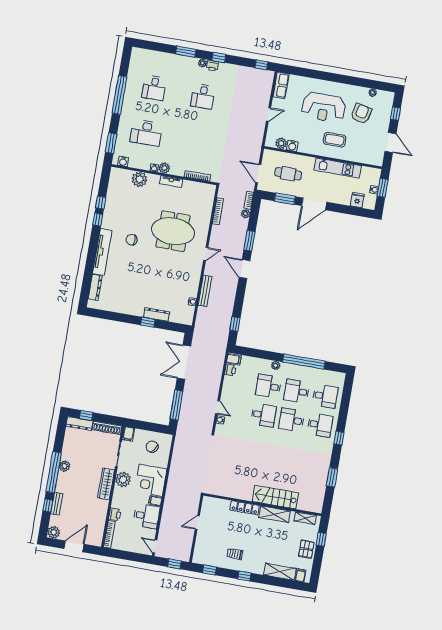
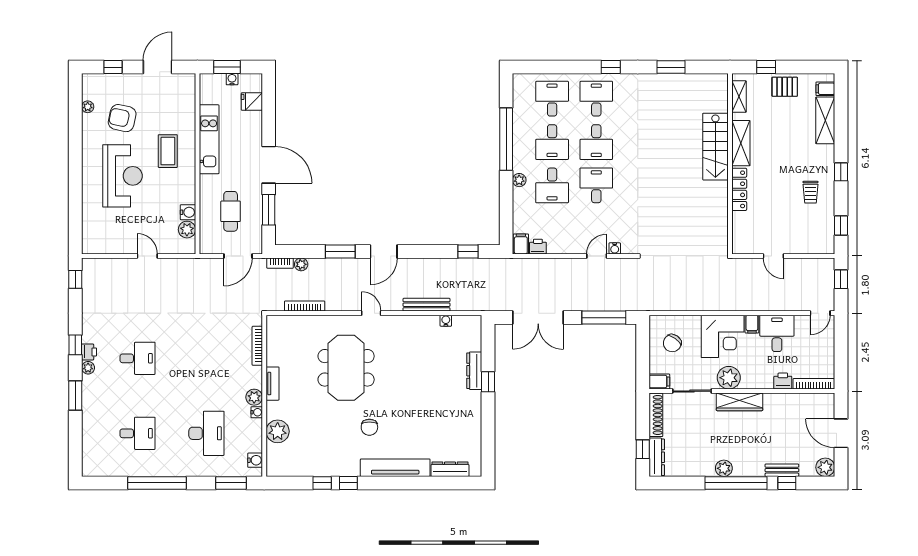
row of seats: (281, 85) -> (101, 245), removed

